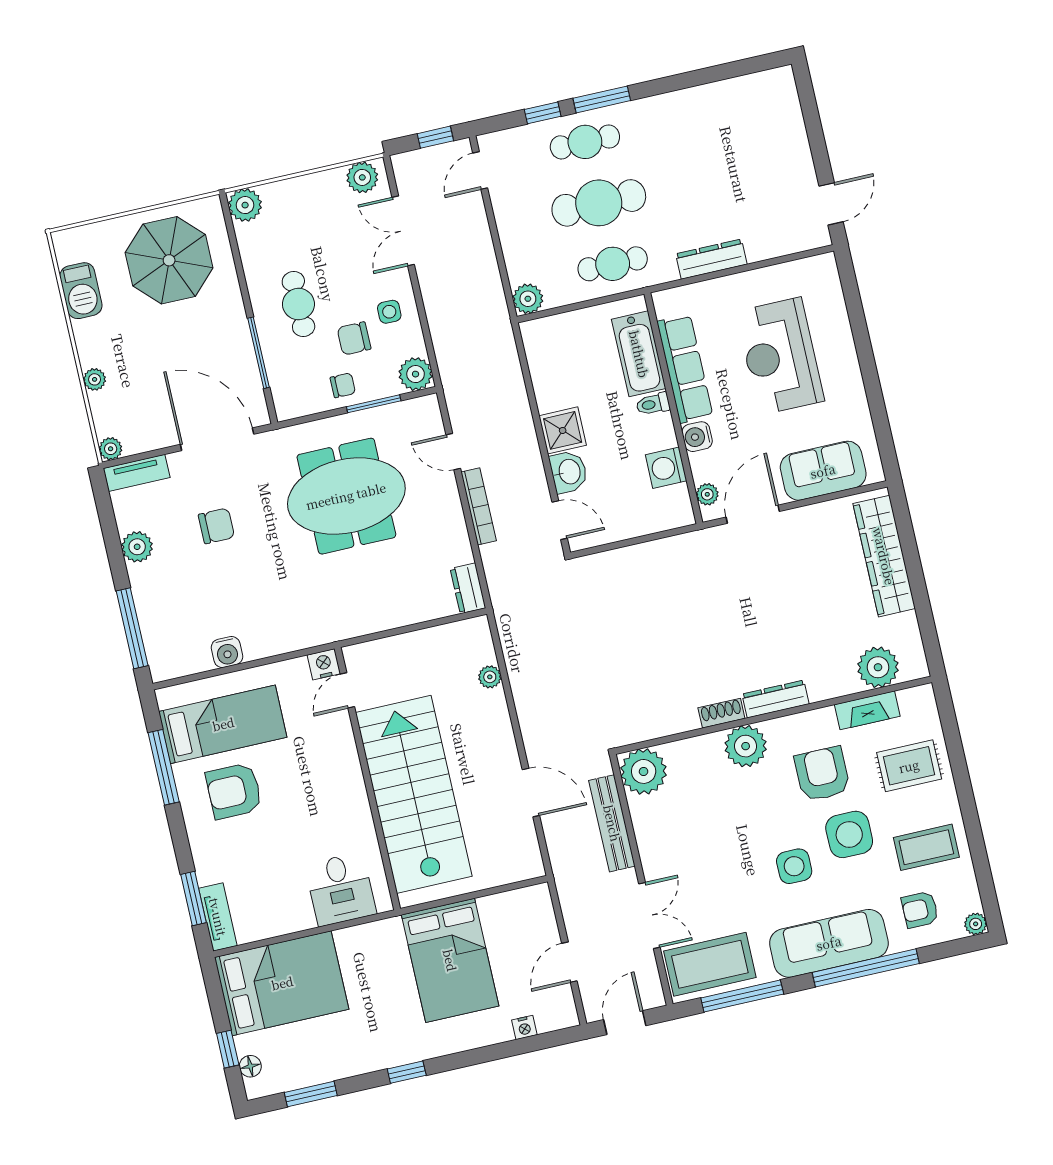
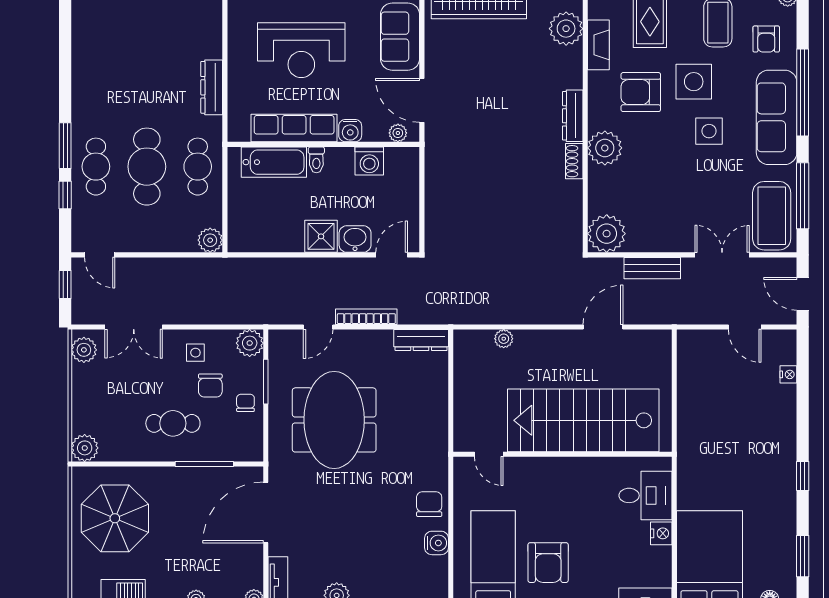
chair: (216, 526) -> (429, 504), moved
dresser: (468, 588) -> (421, 340), width x1.44
nightstand: (324, 664) -> (661, 533), moved, turned 180
bench: (612, 823) -> (652, 268), width x0.73
bed: (450, 960) -> (722, 421), removed

